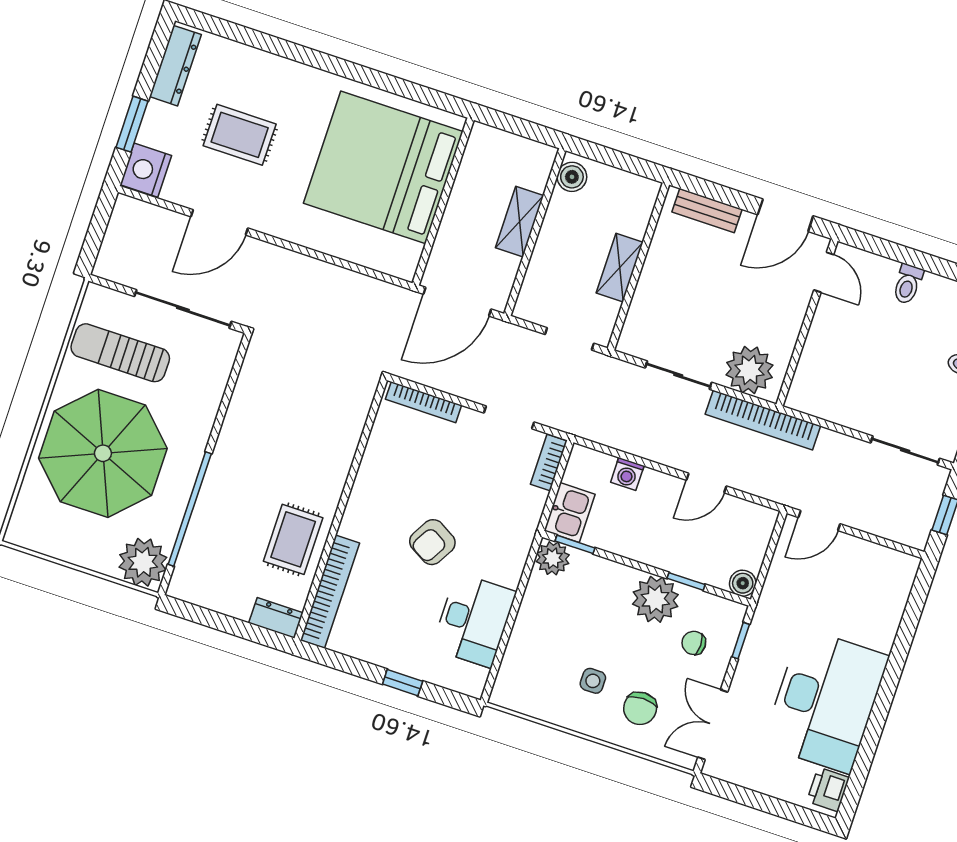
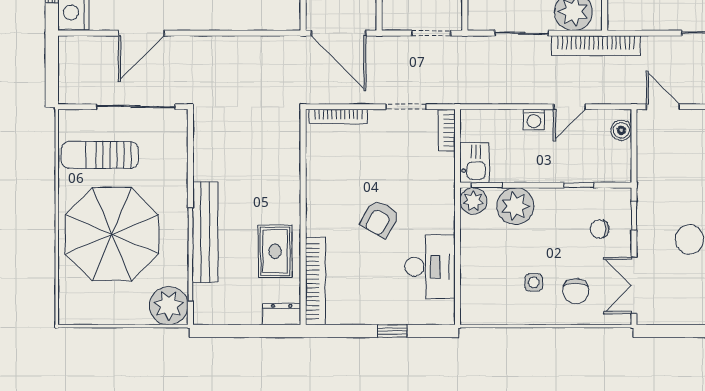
door: (457, 302) -> (338, 33), hinge flipped
washing machine: (627, 474) -> (534, 120), moved
bench: (217, 488) -> (205, 232), added
door: (819, 521) -> (663, 107), swing flipped
boiler: (743, 583) -> (621, 130), moved
plant: (655, 599) -> (515, 206), moved

